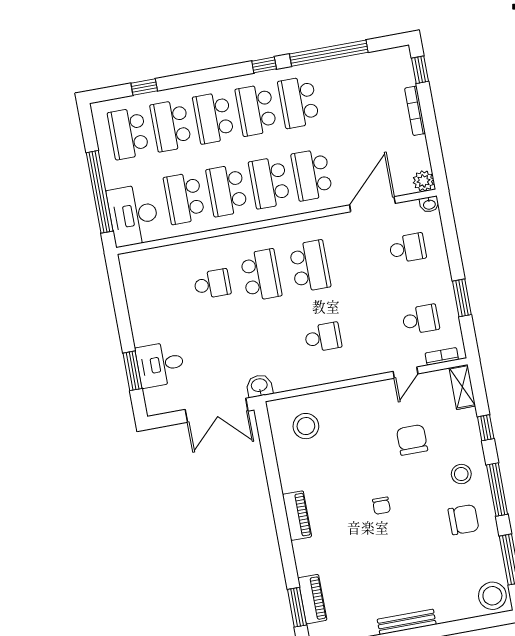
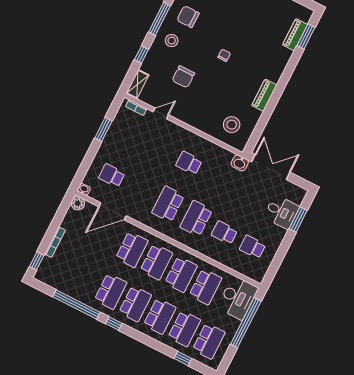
school desk: (421, 319) -> (253, 247), moved
piano: (297, 516) -> (264, 95), moved

